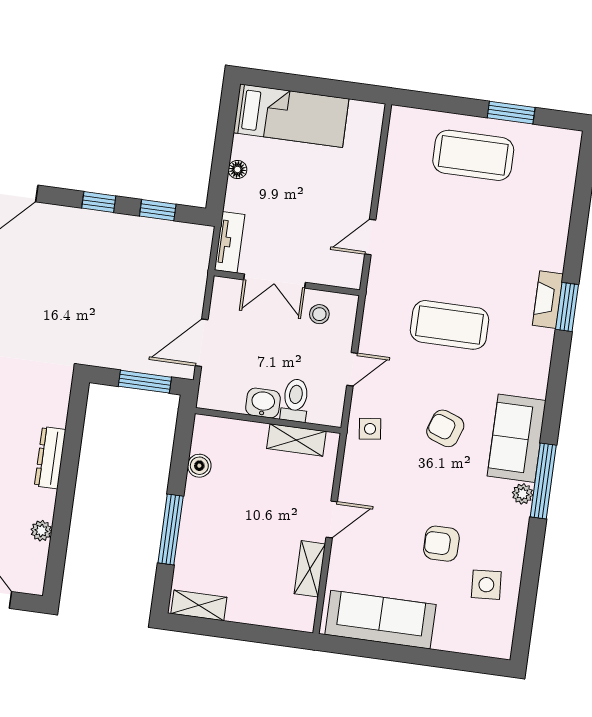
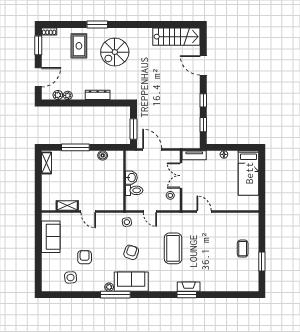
coffee table: (473, 155) -> (243, 249), width x0.54, depth x0.58
shelving: (296, 440) -> (118, 193), removed
plant: (37, 555) -> (58, 95), added
sofa: (380, 620) -> (51, 237), width x0.73

